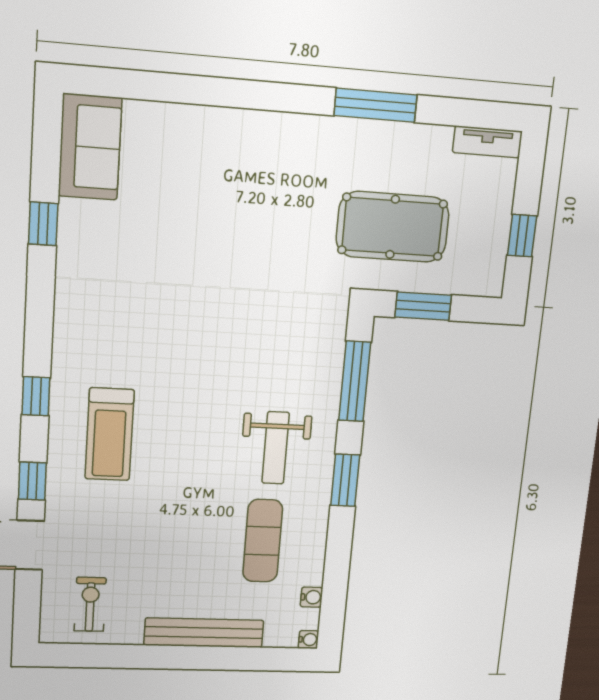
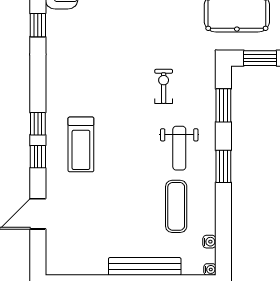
window: (355, 381) -> (223, 105), width x0.69
window: (32, 481) -> (38, 157), moved
exercise bike: (90, 604) -> (164, 86), moved

